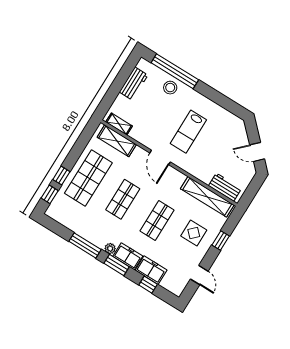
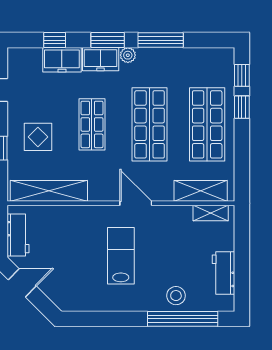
workbench: (225, 187) -> (18, 235), moved, turned -90
shop shelf: (123, 199) -> (150, 124), width x1.43, depth x1.36

